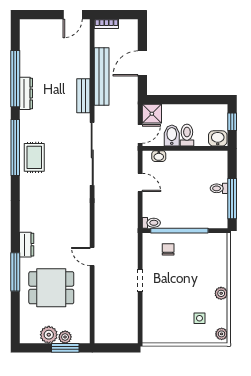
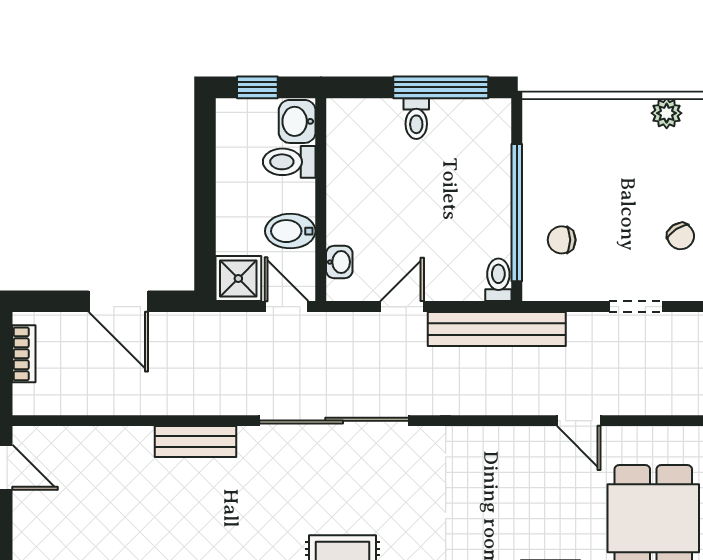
bookcase: (106, 24) -> (24, 354), moved
bench: (102, 76) -> (497, 329), moved
toilet: (187, 135) -> (289, 162), moved
door: (92, 257) -> (579, 421), hinge flipped
chair: (170, 299) -> (681, 236), added

